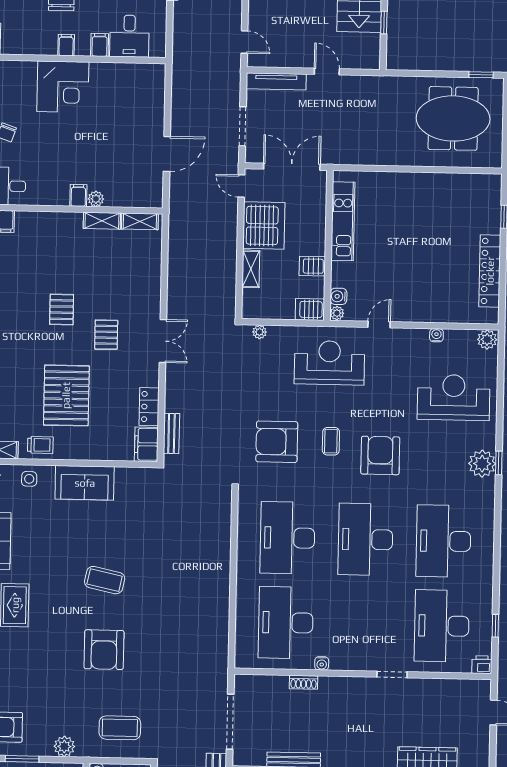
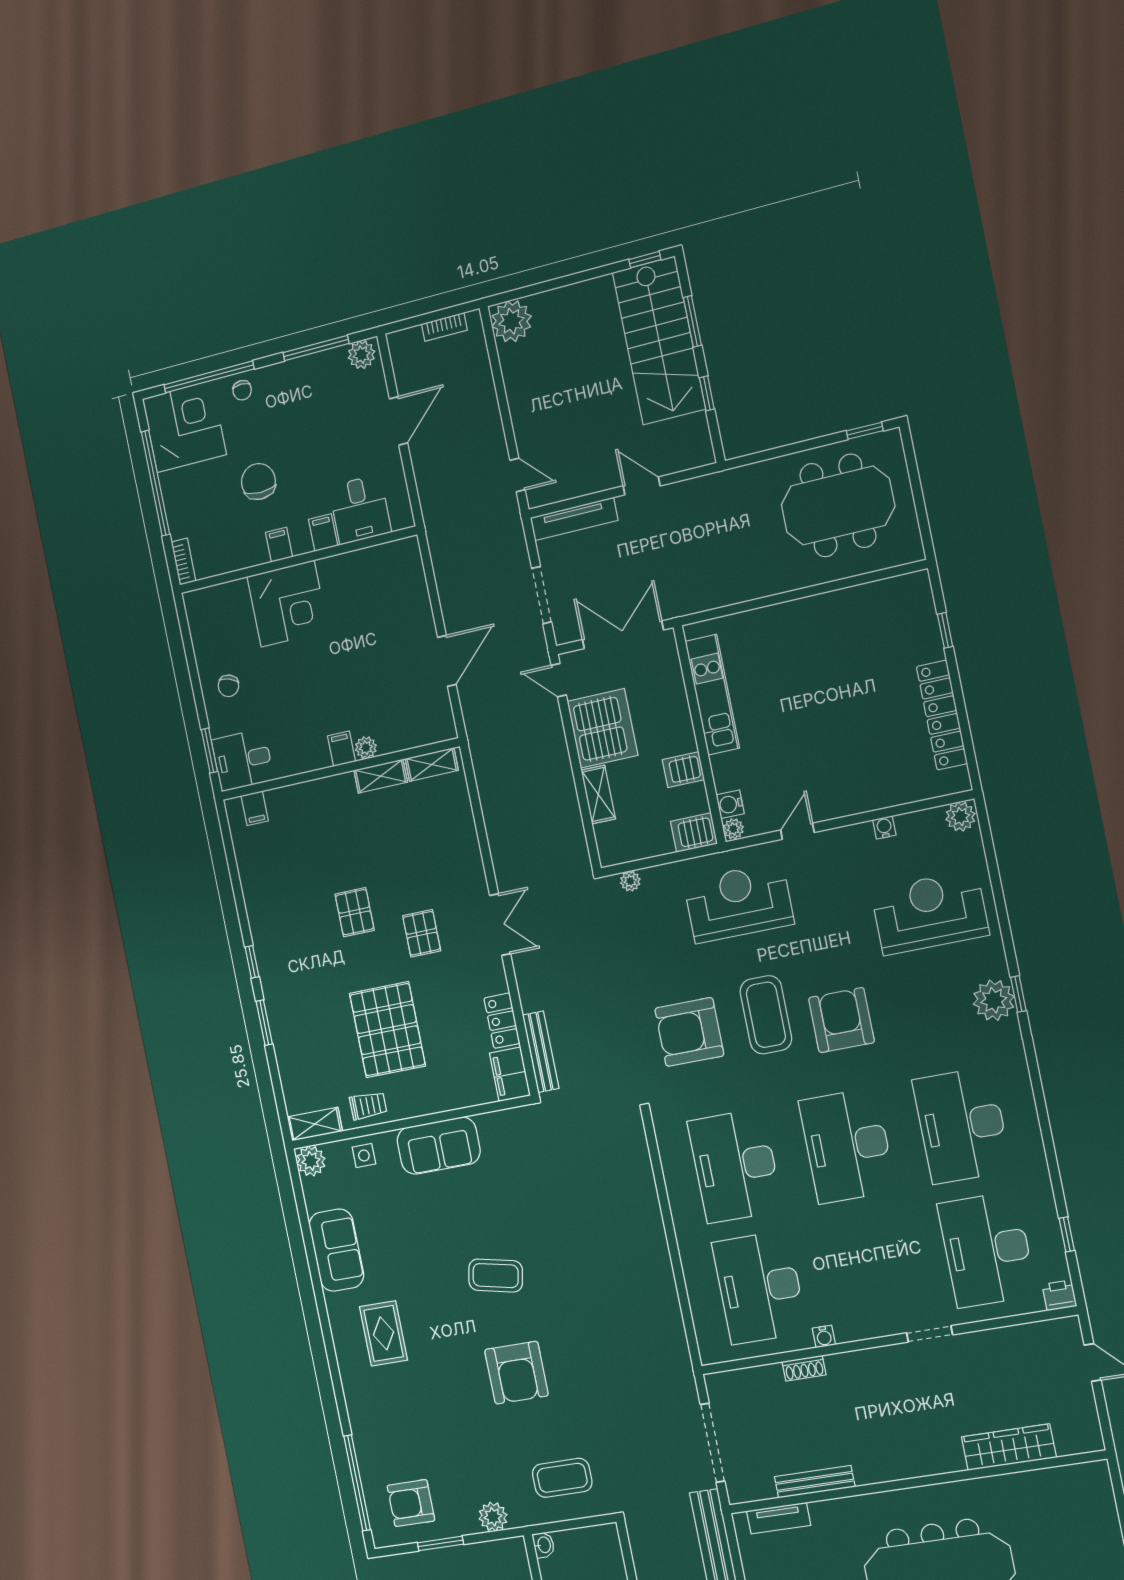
bench: (171, 433) -> (541, 1052), width x1.36
coffee table: (331, 441) -> (766, 1015), width x1.86, depth x1.72

